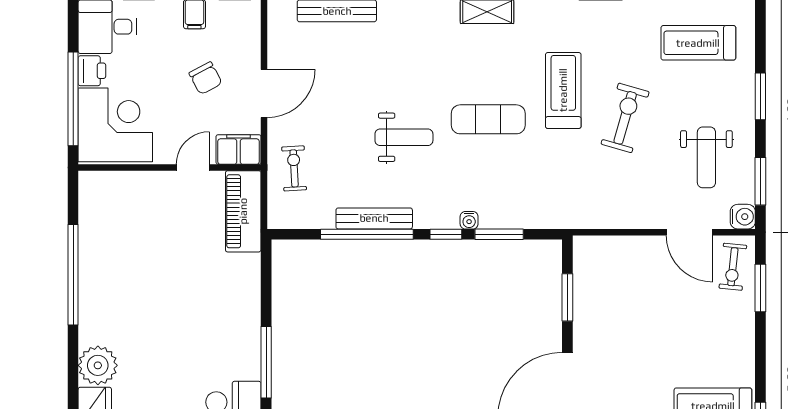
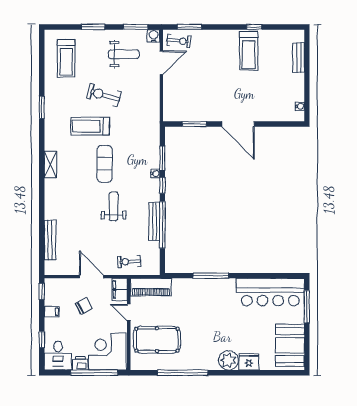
pool table: (139, 224) -> (157, 340), added
window: (266, 362) -> (211, 276), moved

